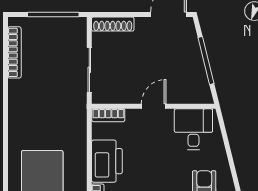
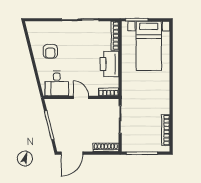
door: (154, 106) -> (81, 97), swing flipped

